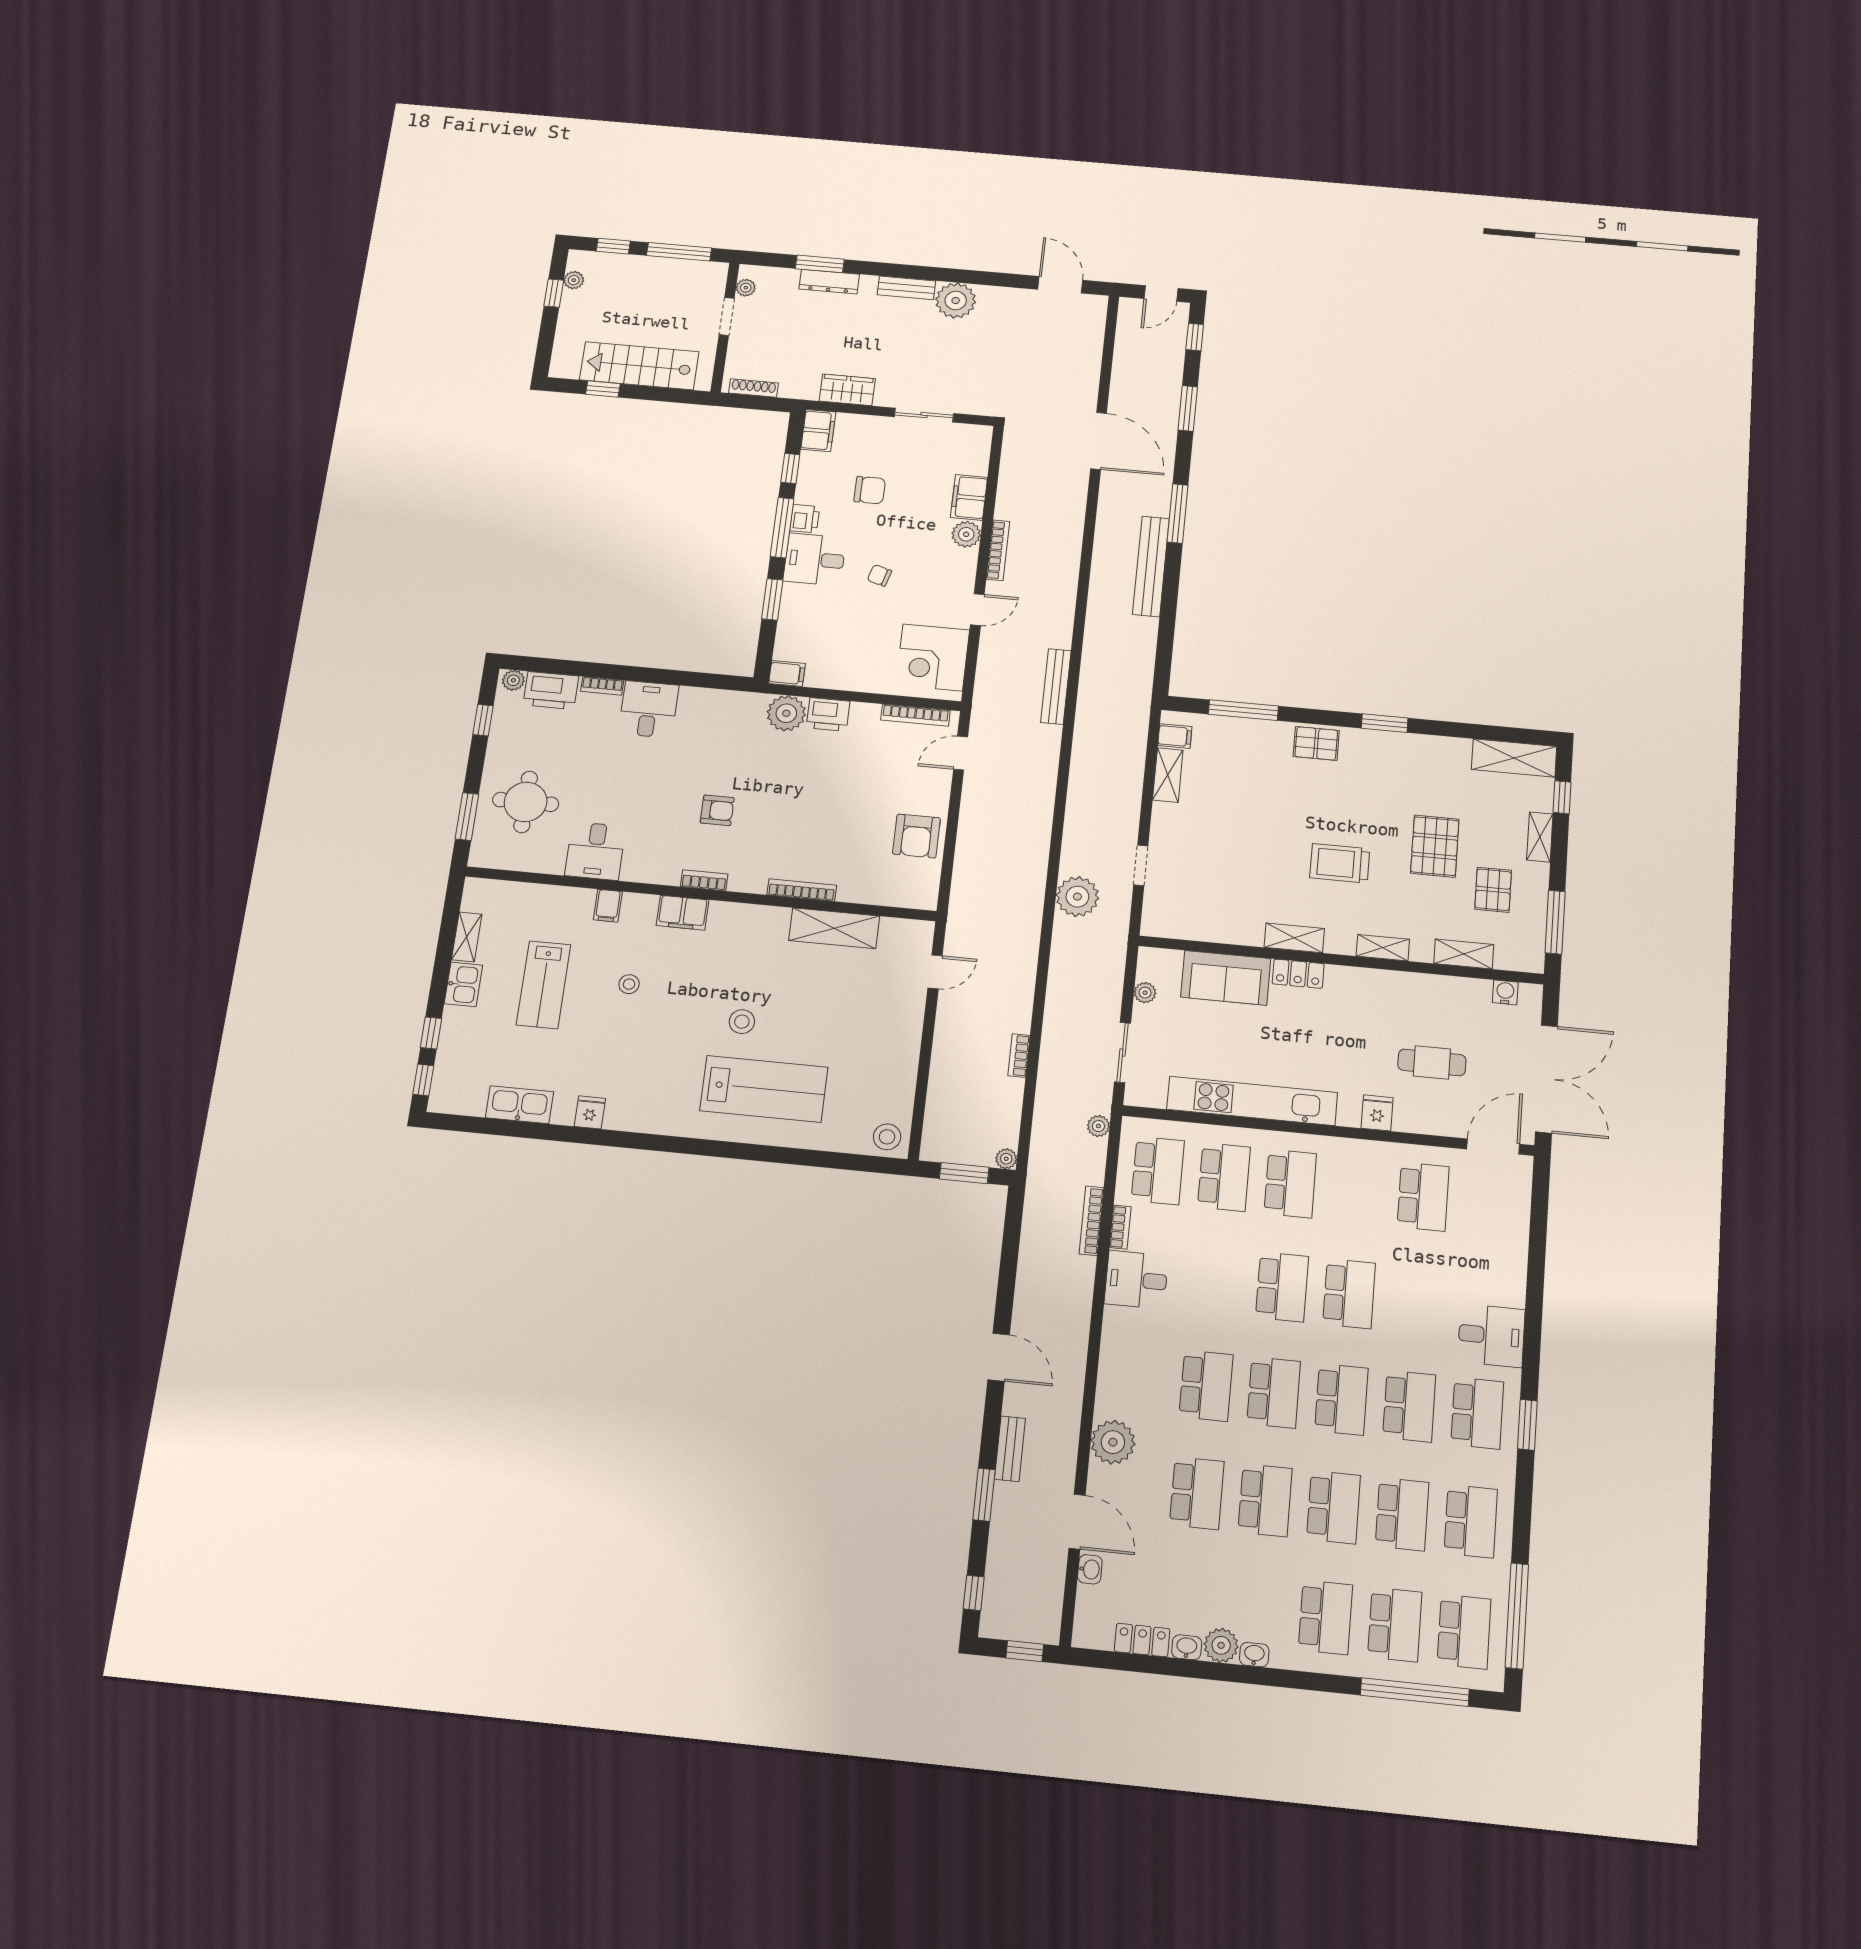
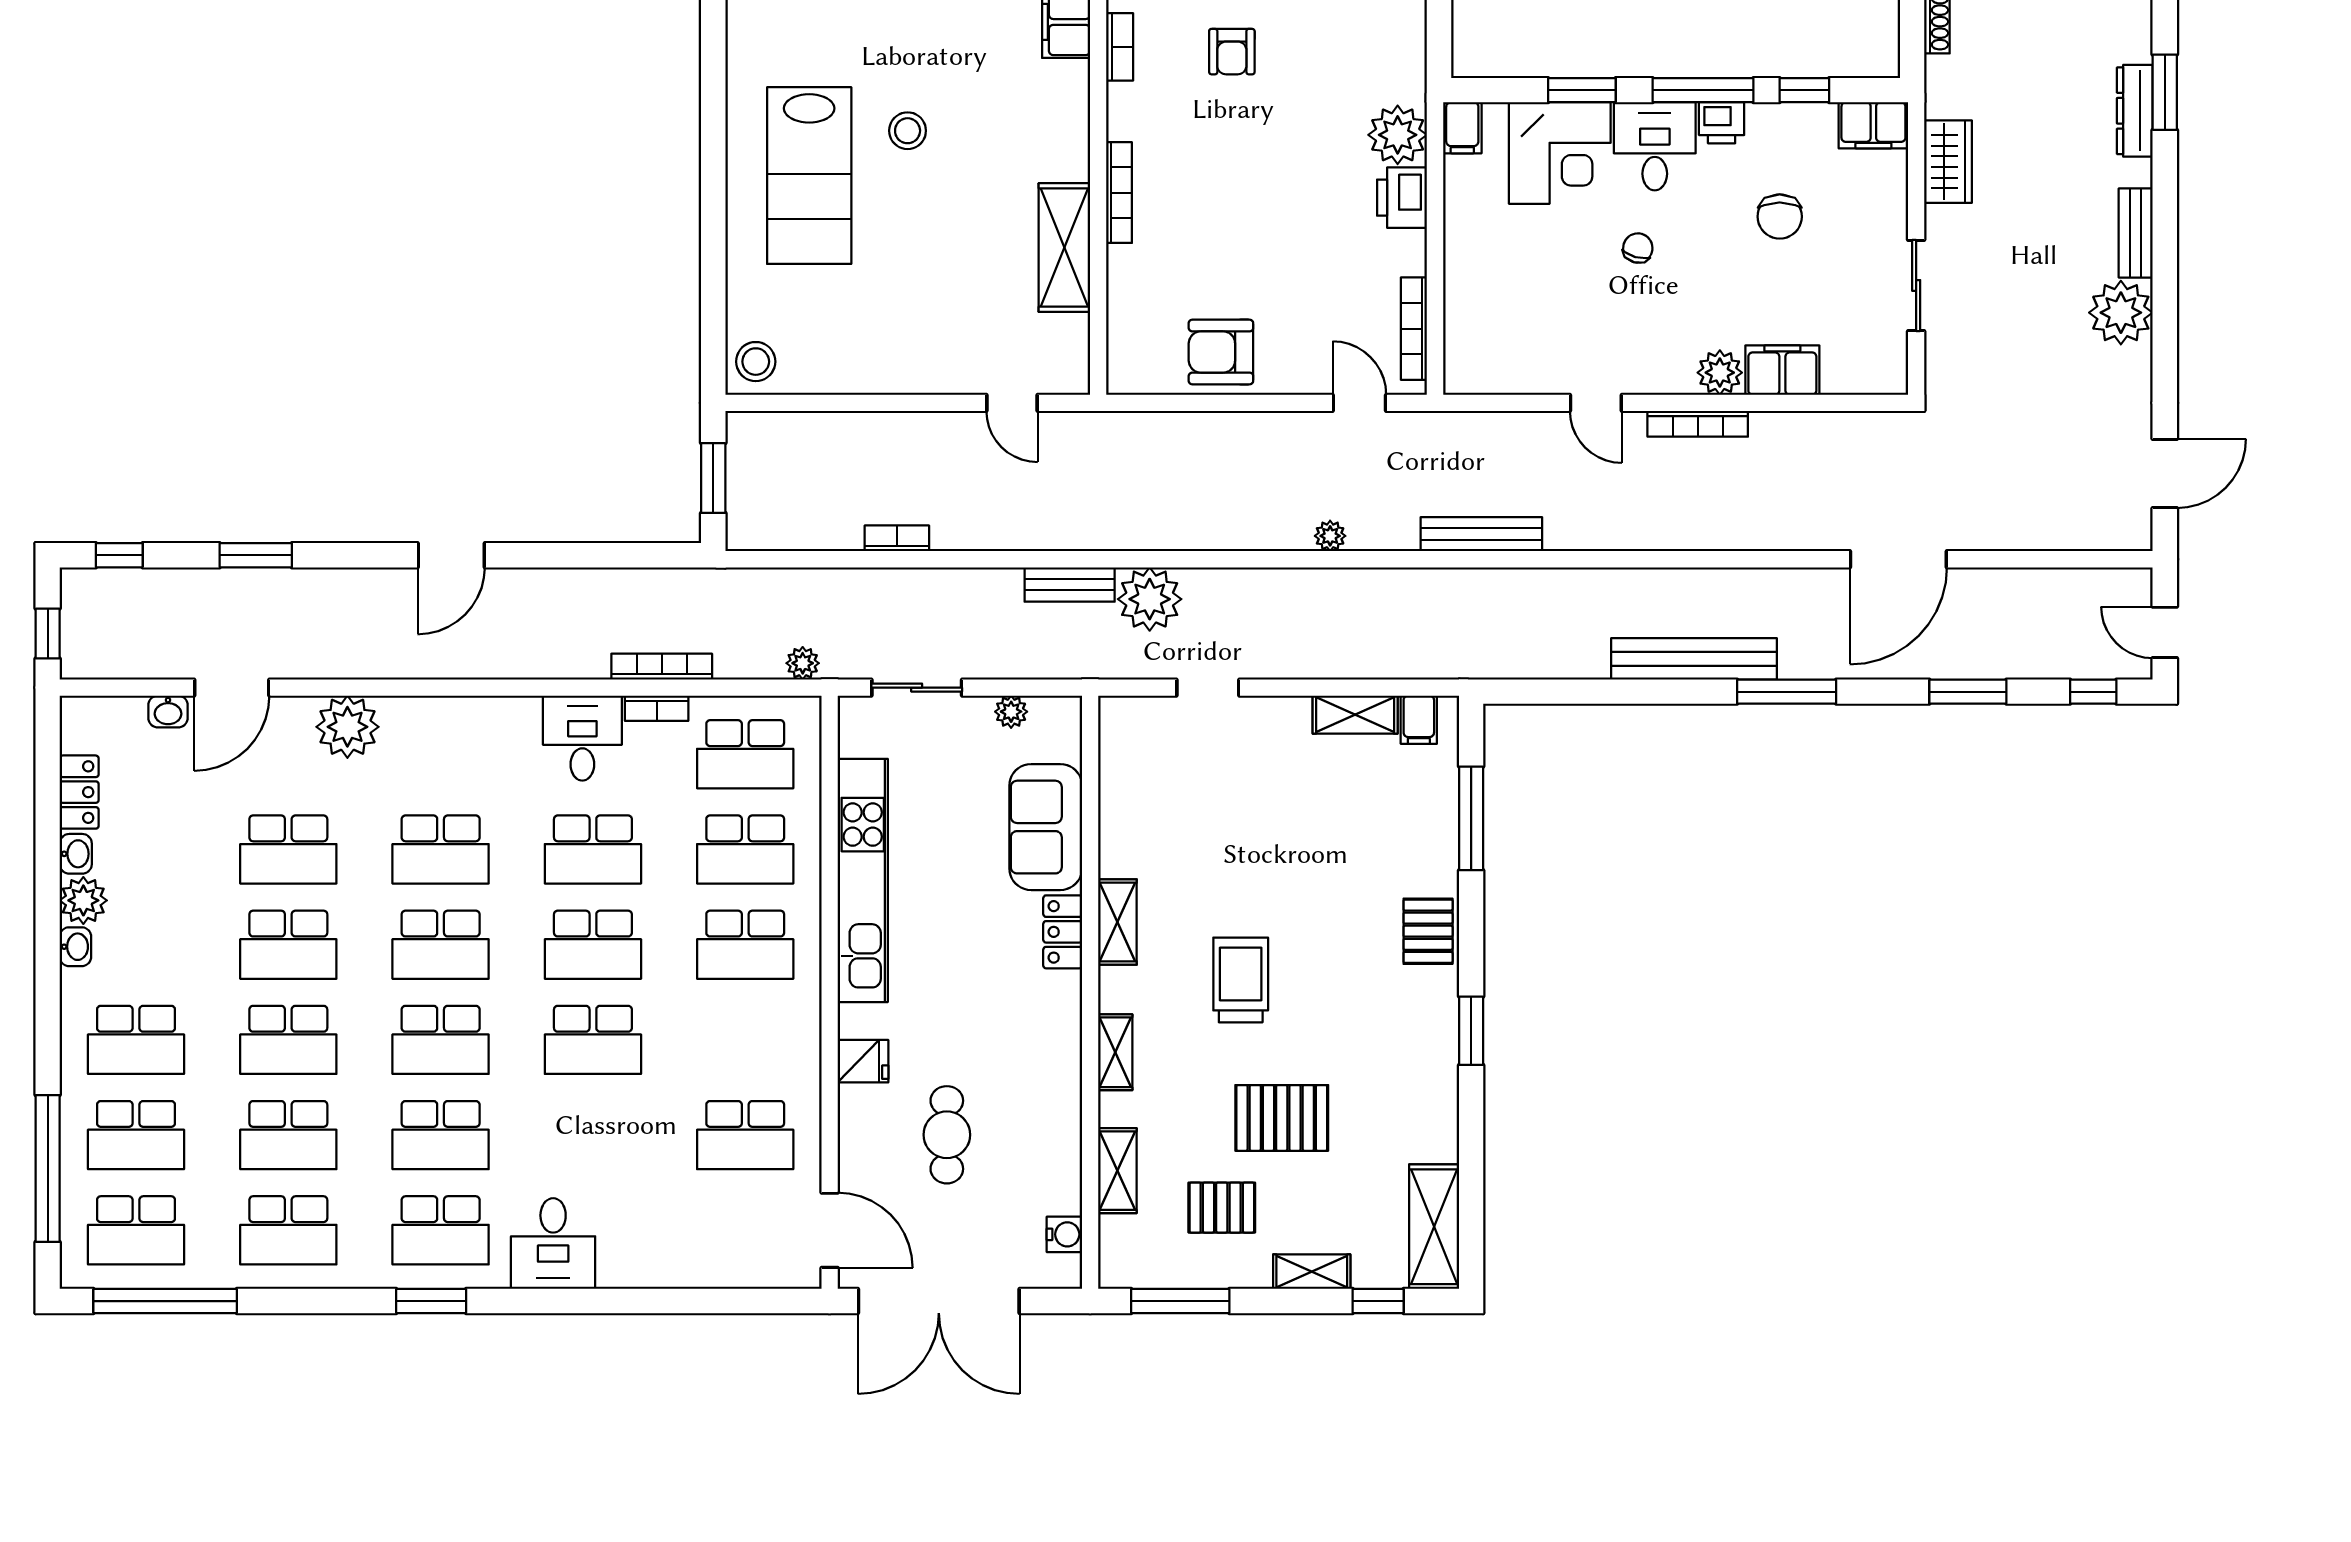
corner desk: (933, 658) -> (1560, 153), moved, turned 180
plant: (1006, 1159) -> (1330, 536), moved
school desk: (1215, 1280) -> (593, 849), added
bench: (1010, 1449) -> (1070, 584), moved

